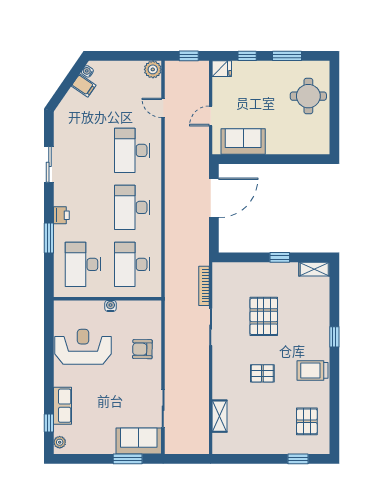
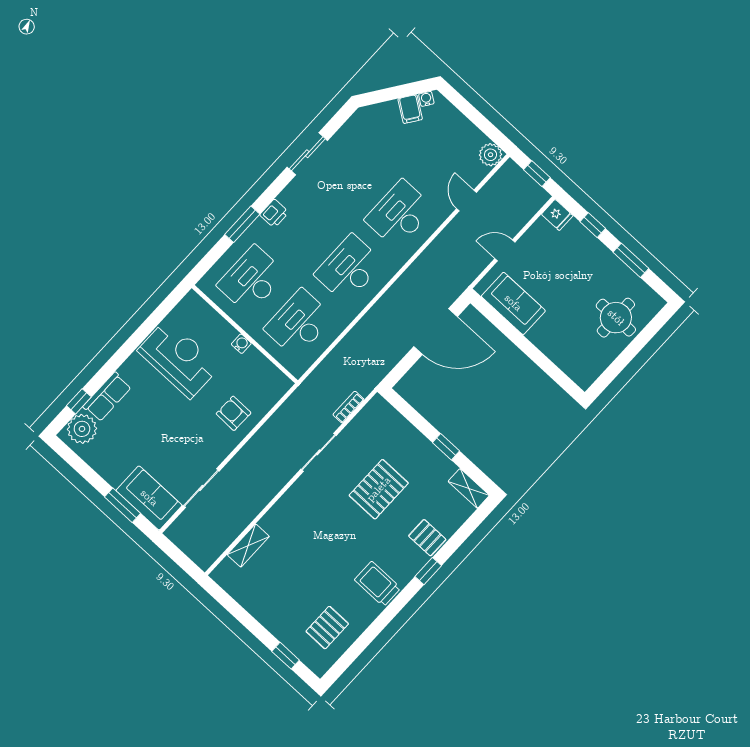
bookcase: (204, 286) -> (348, 407), width x0.64
pallet: (262, 373) -> (427, 538), moved
plant: (60, 442) -> (82, 429), width x1.87, depth x1.87

